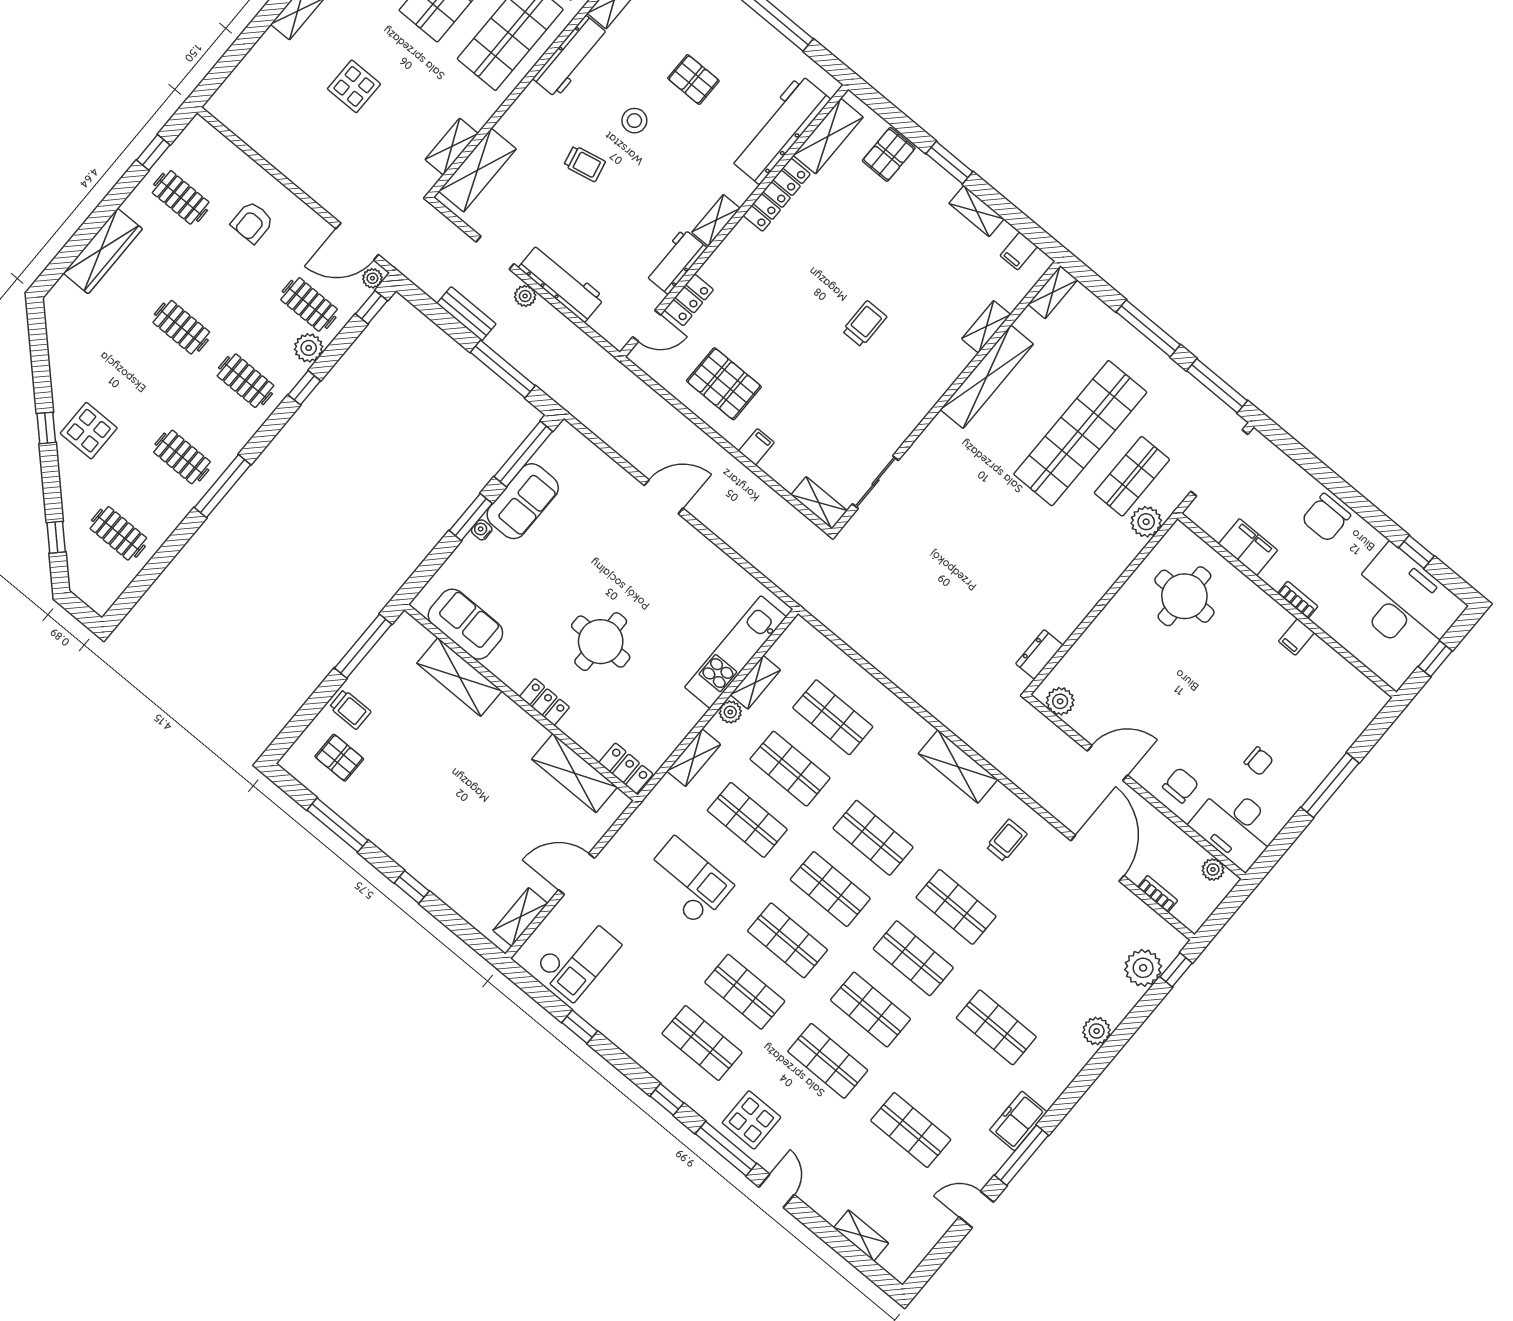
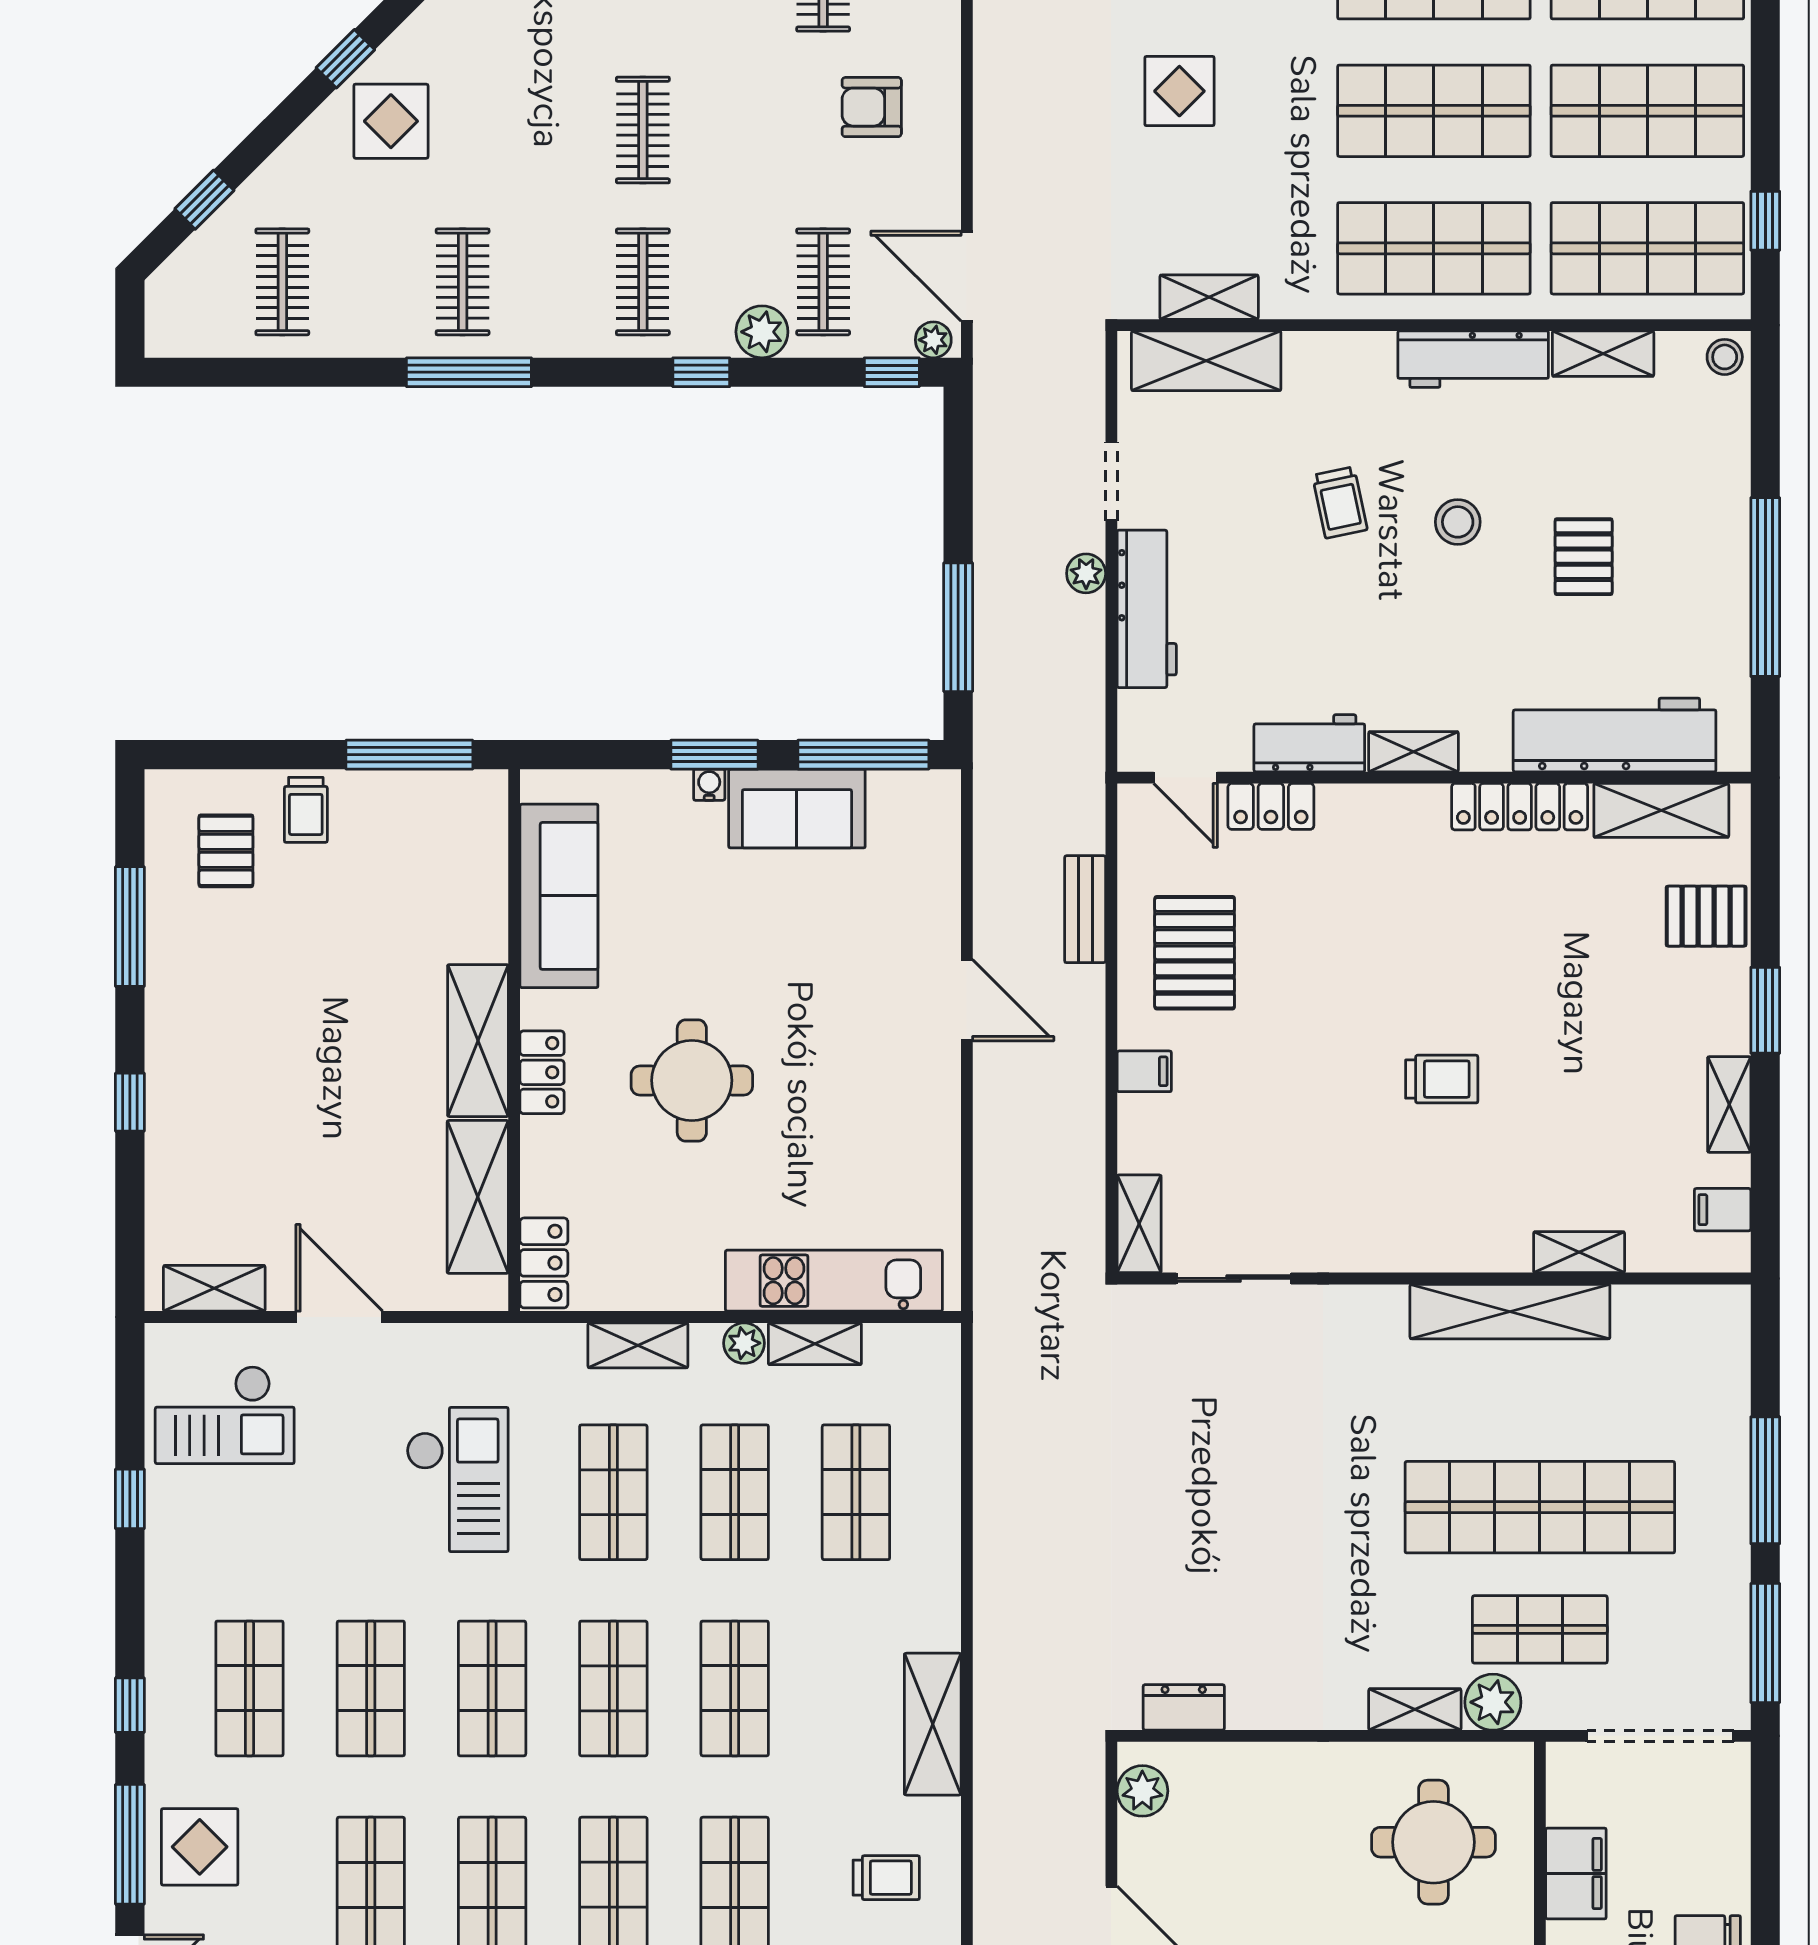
shelving: (1053, 292) -> (1415, 1709), moved
bench: (466, 314) -> (1085, 909), moved
sofa: (465, 624) -> (559, 896), width x1.36
shelving: (459, 677) -> (478, 1041), moved

